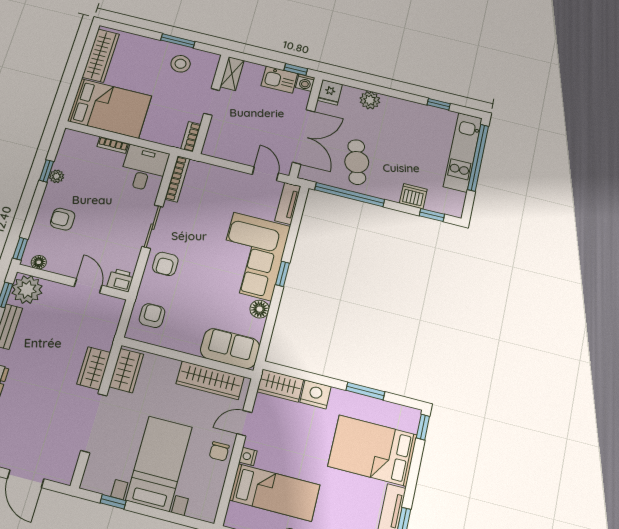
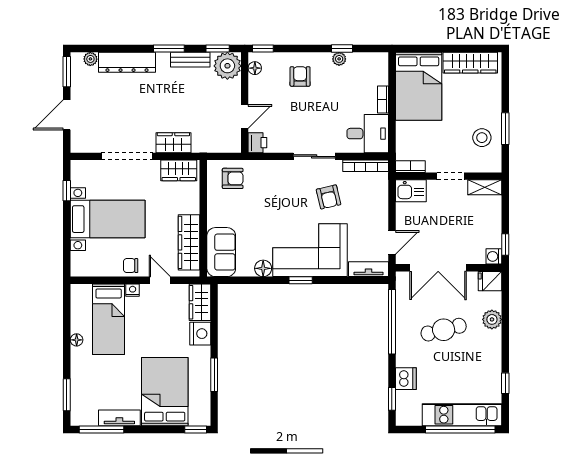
kitchen sink: (279, 80) -> (411, 191), moved, turned -90
cafe table: (357, 162) -> (444, 330), moved
armchair: (165, 264) -> (329, 197), moved, turned -103

